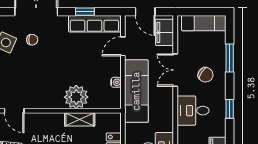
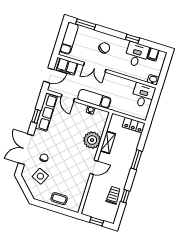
window: (230, 58) -> (86, 24), moved
exam couch: (136, 91) -> (94, 99), width x0.73, depth x0.69
door: (14, 111) -> (94, 167), moved
desk: (193, 111) -> (137, 55), moved, turned 180

